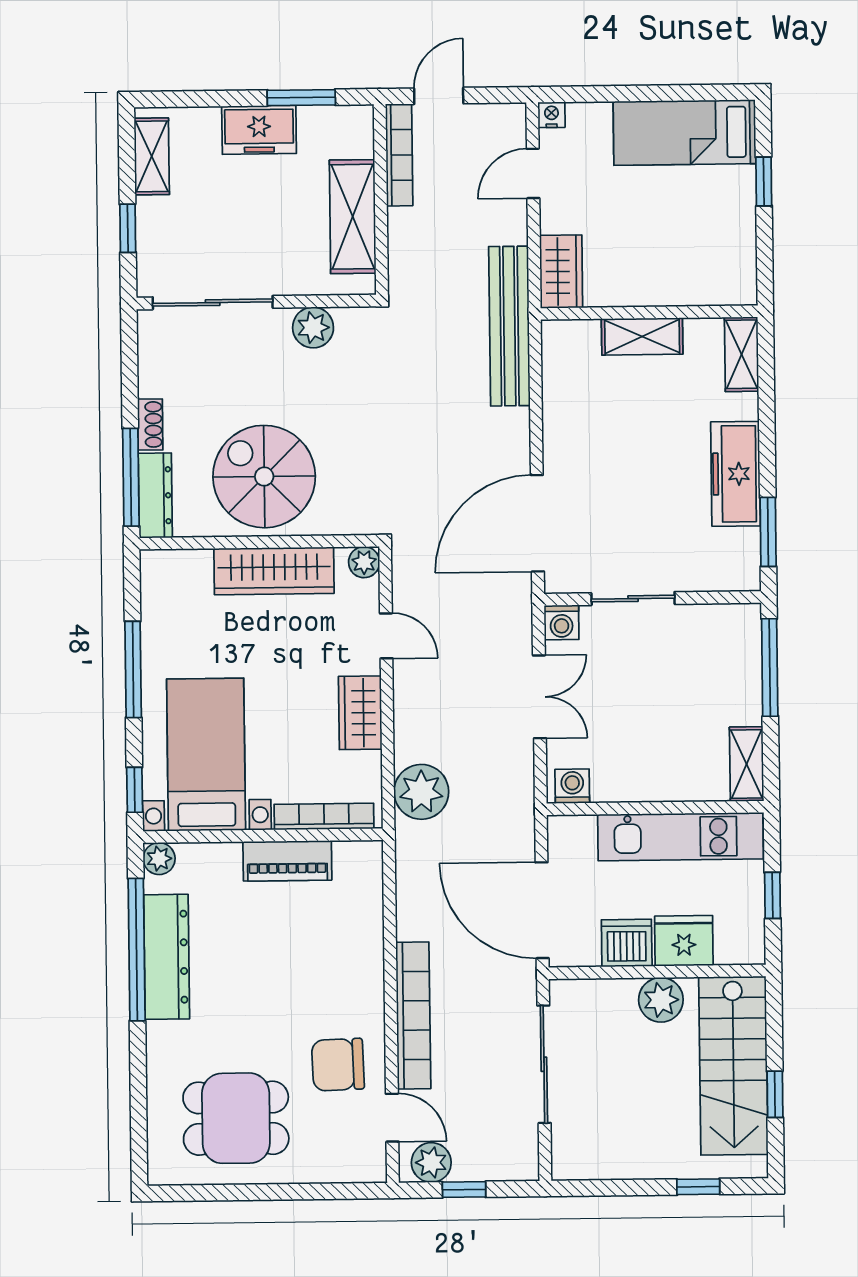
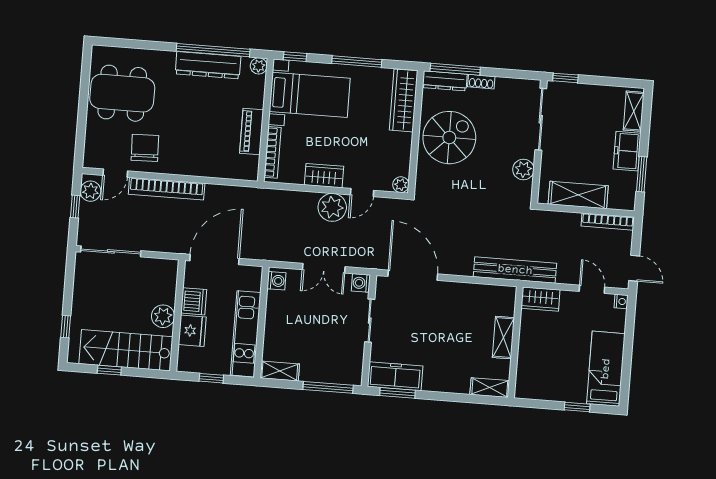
door: (439, 96) -> (634, 268), moved
shelving: (152, 156) -> (634, 111), moved, turned 90
window: (128, 228) -> (565, 78), moved
freezer: (735, 474) -> (395, 376), moved
wardrobe: (274, 571) -> (404, 100), moved
plant: (421, 792) -> (332, 207), moved
sliding door: (544, 1064) -> (111, 251), moved
dining table: (236, 1118) -> (122, 93), width x1.38

